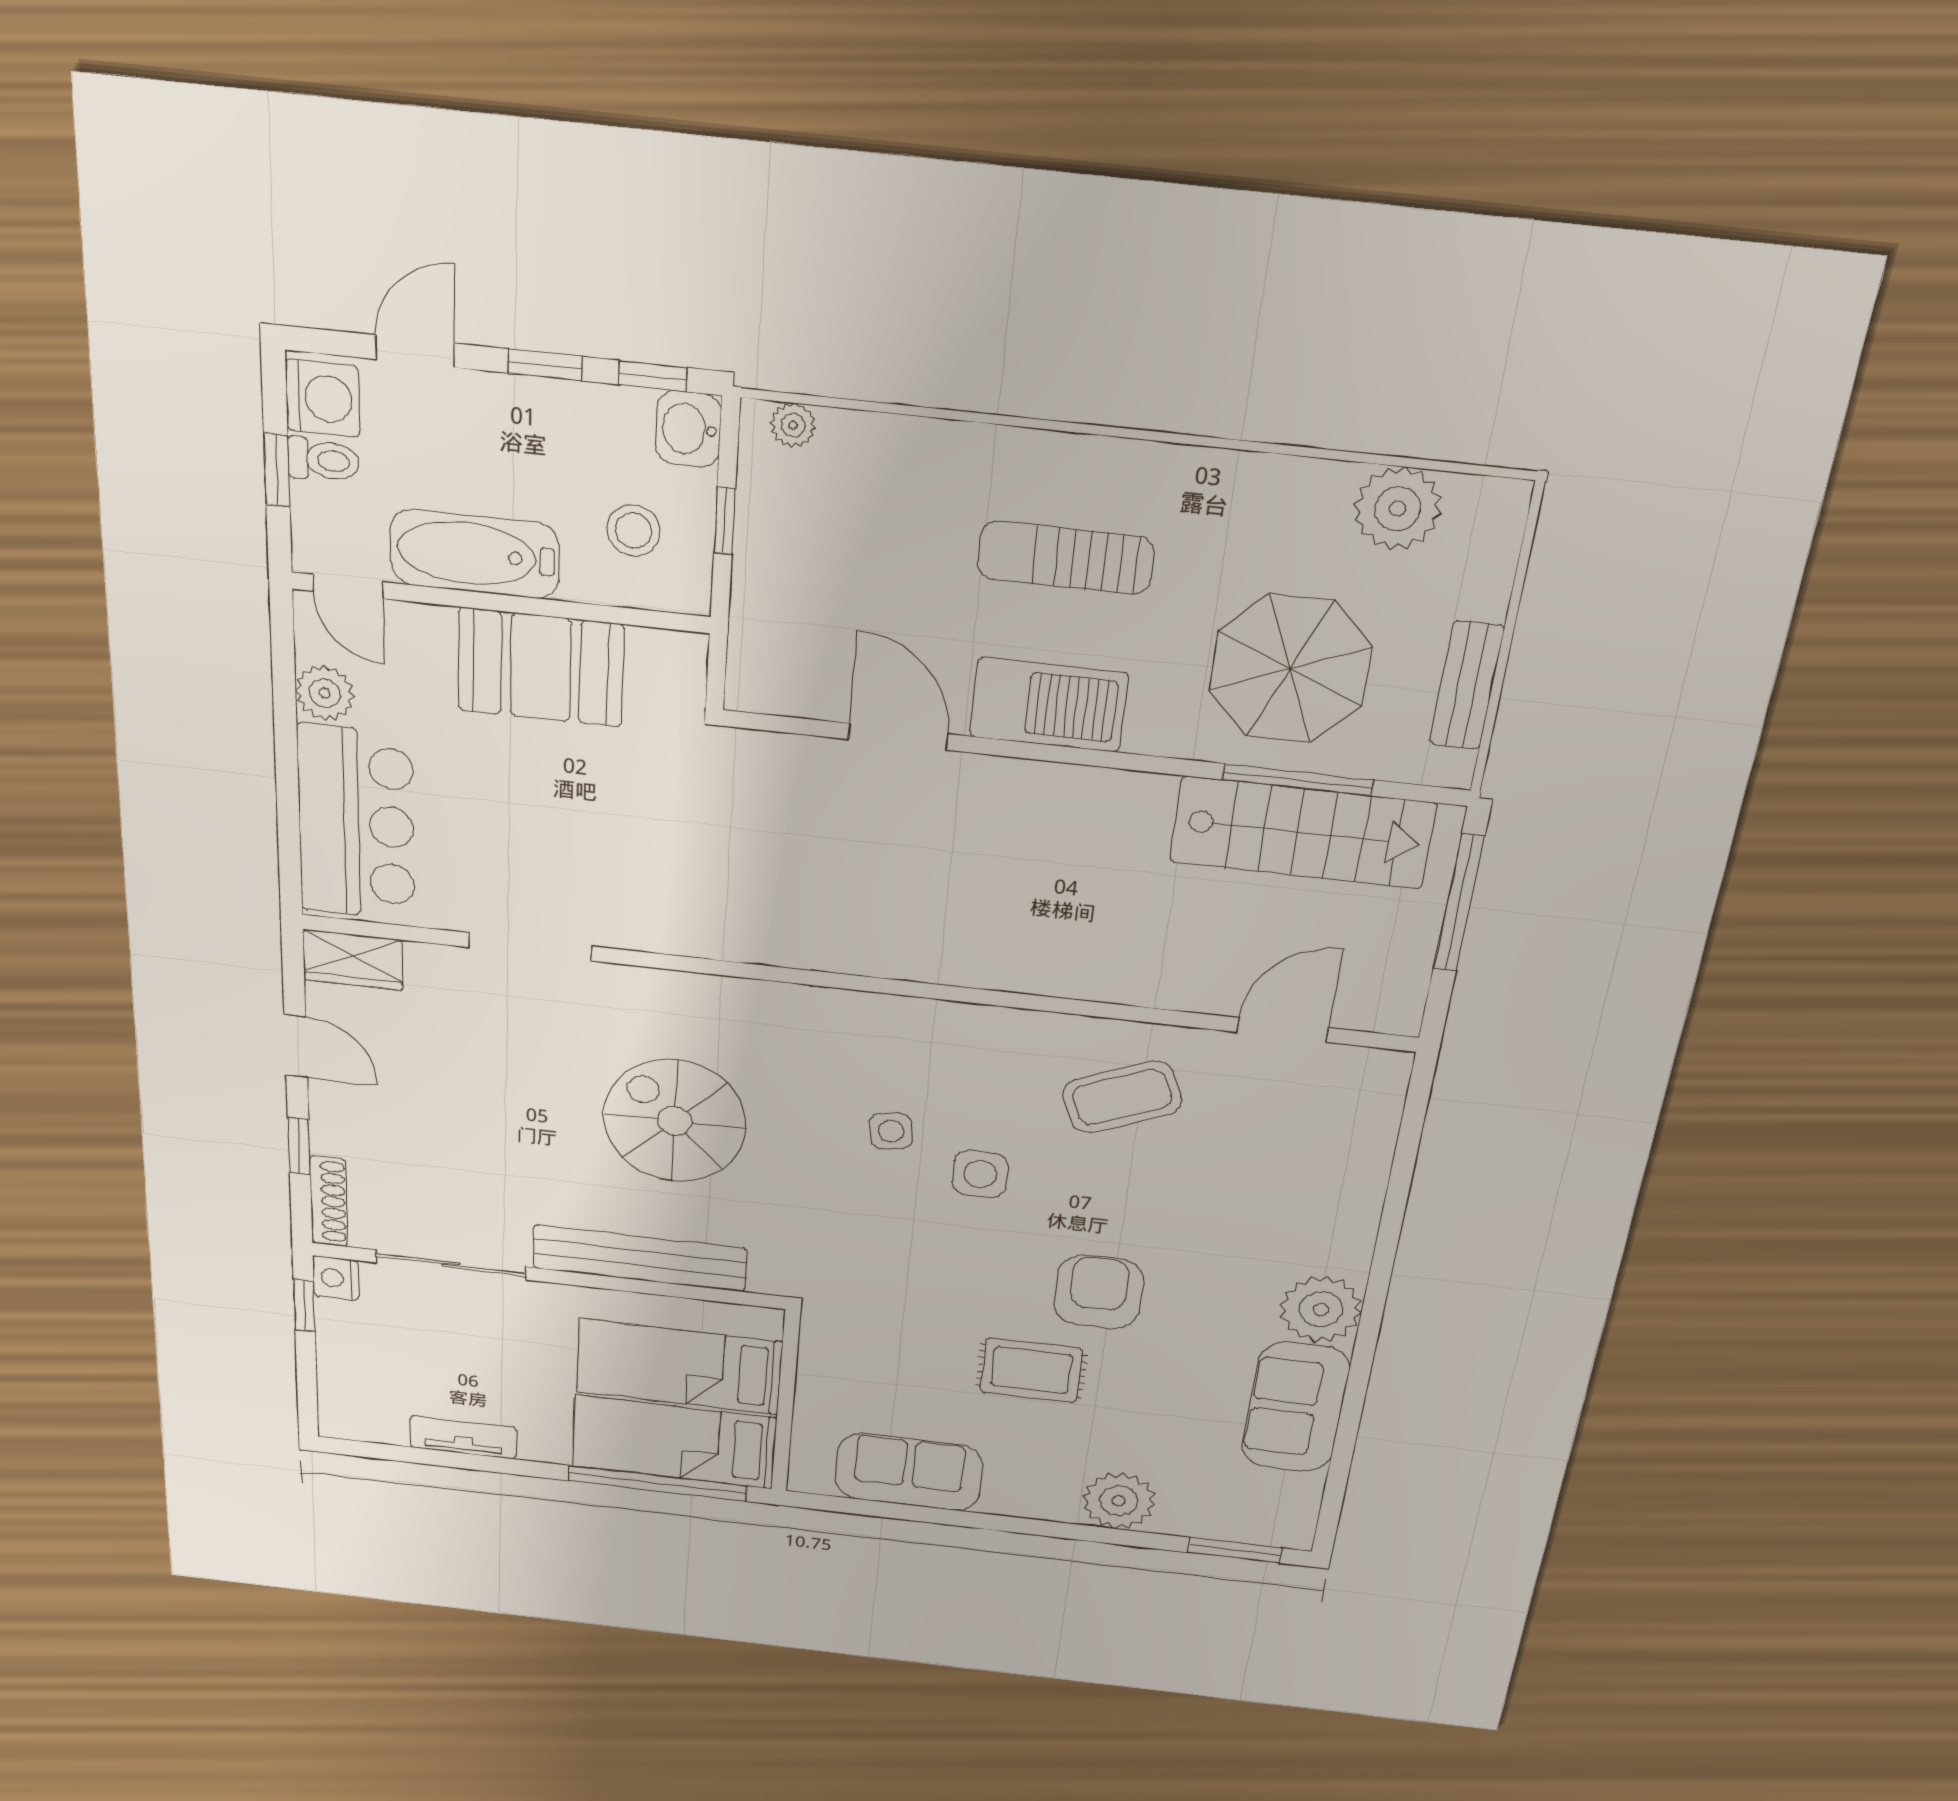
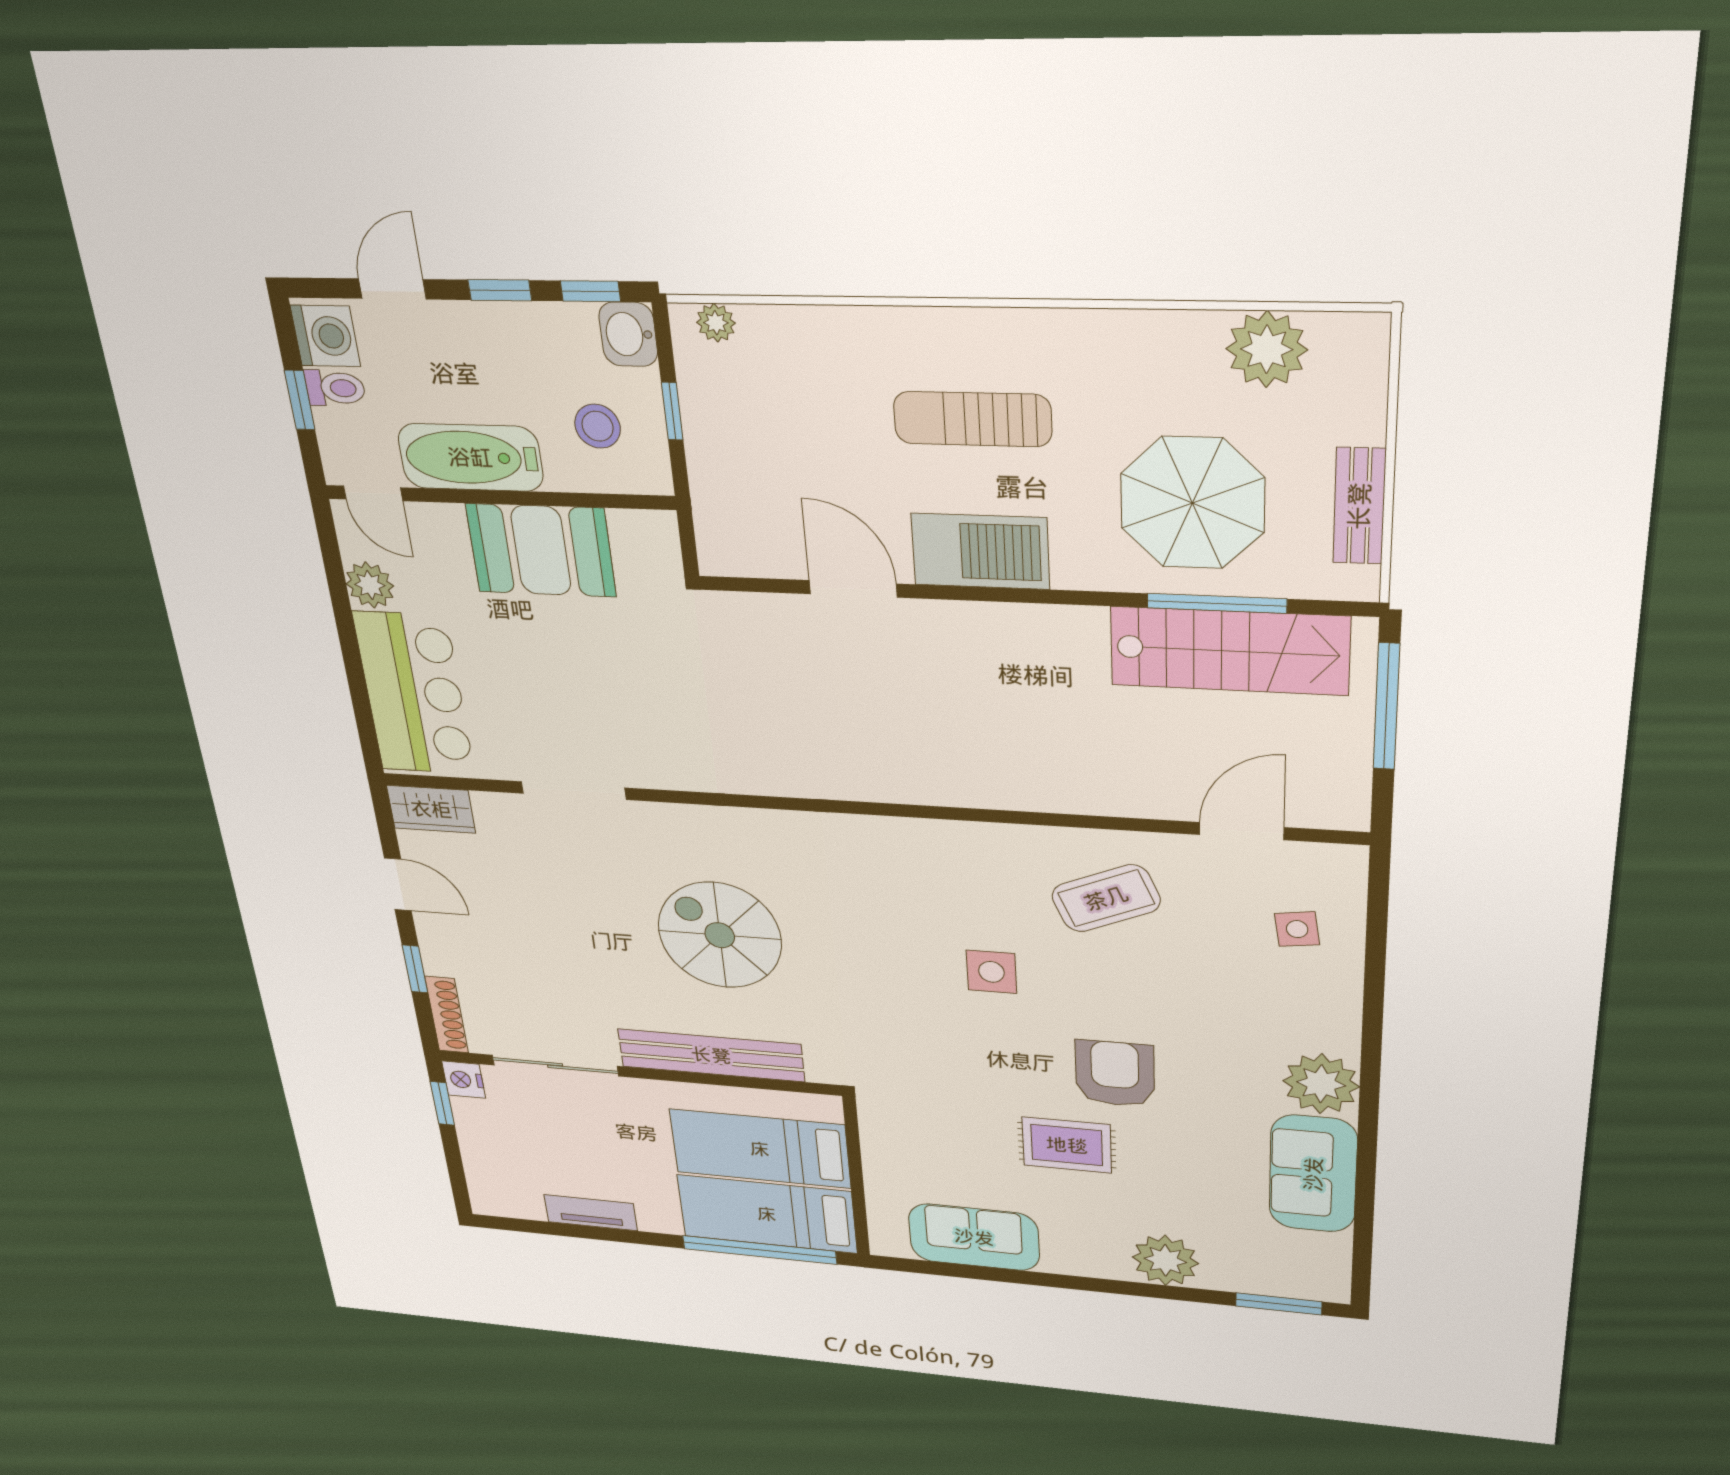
side table: (891, 1131) -> (1297, 929), moved

